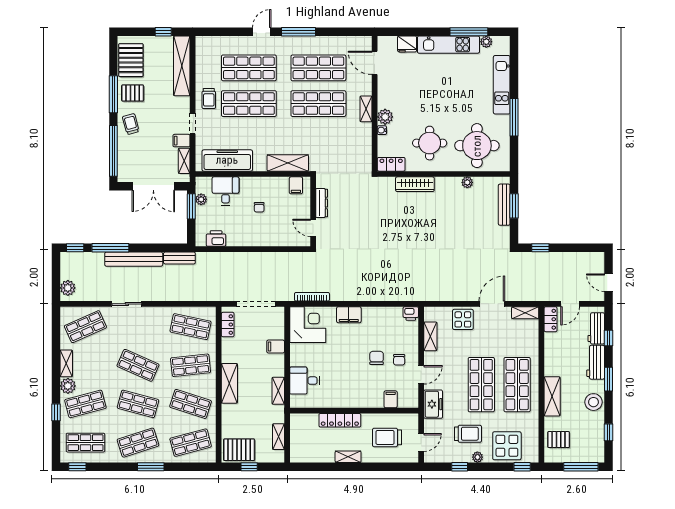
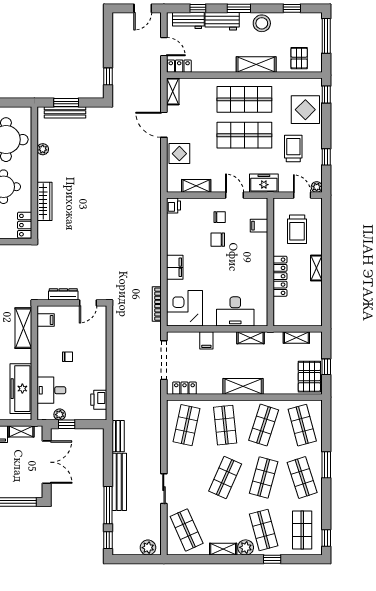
window: (191, 206) -> (67, 424), width x0.67
desk: (305, 381) -> (235, 311), width x1.37
plant: (477, 457) -> (317, 187), moved

